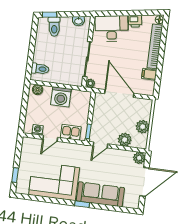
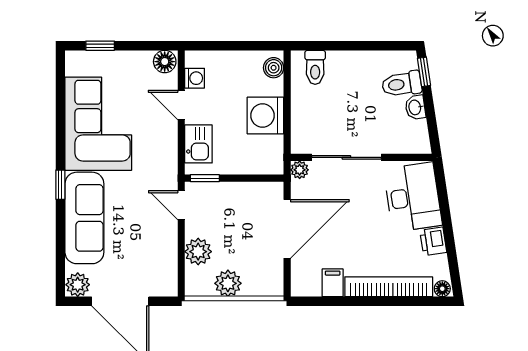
washbasin: (78, 21) -> (415, 107), moved
floor lamp: (27, 144) -> (165, 62), added
plant: (139, 158) -> (78, 285), moved

